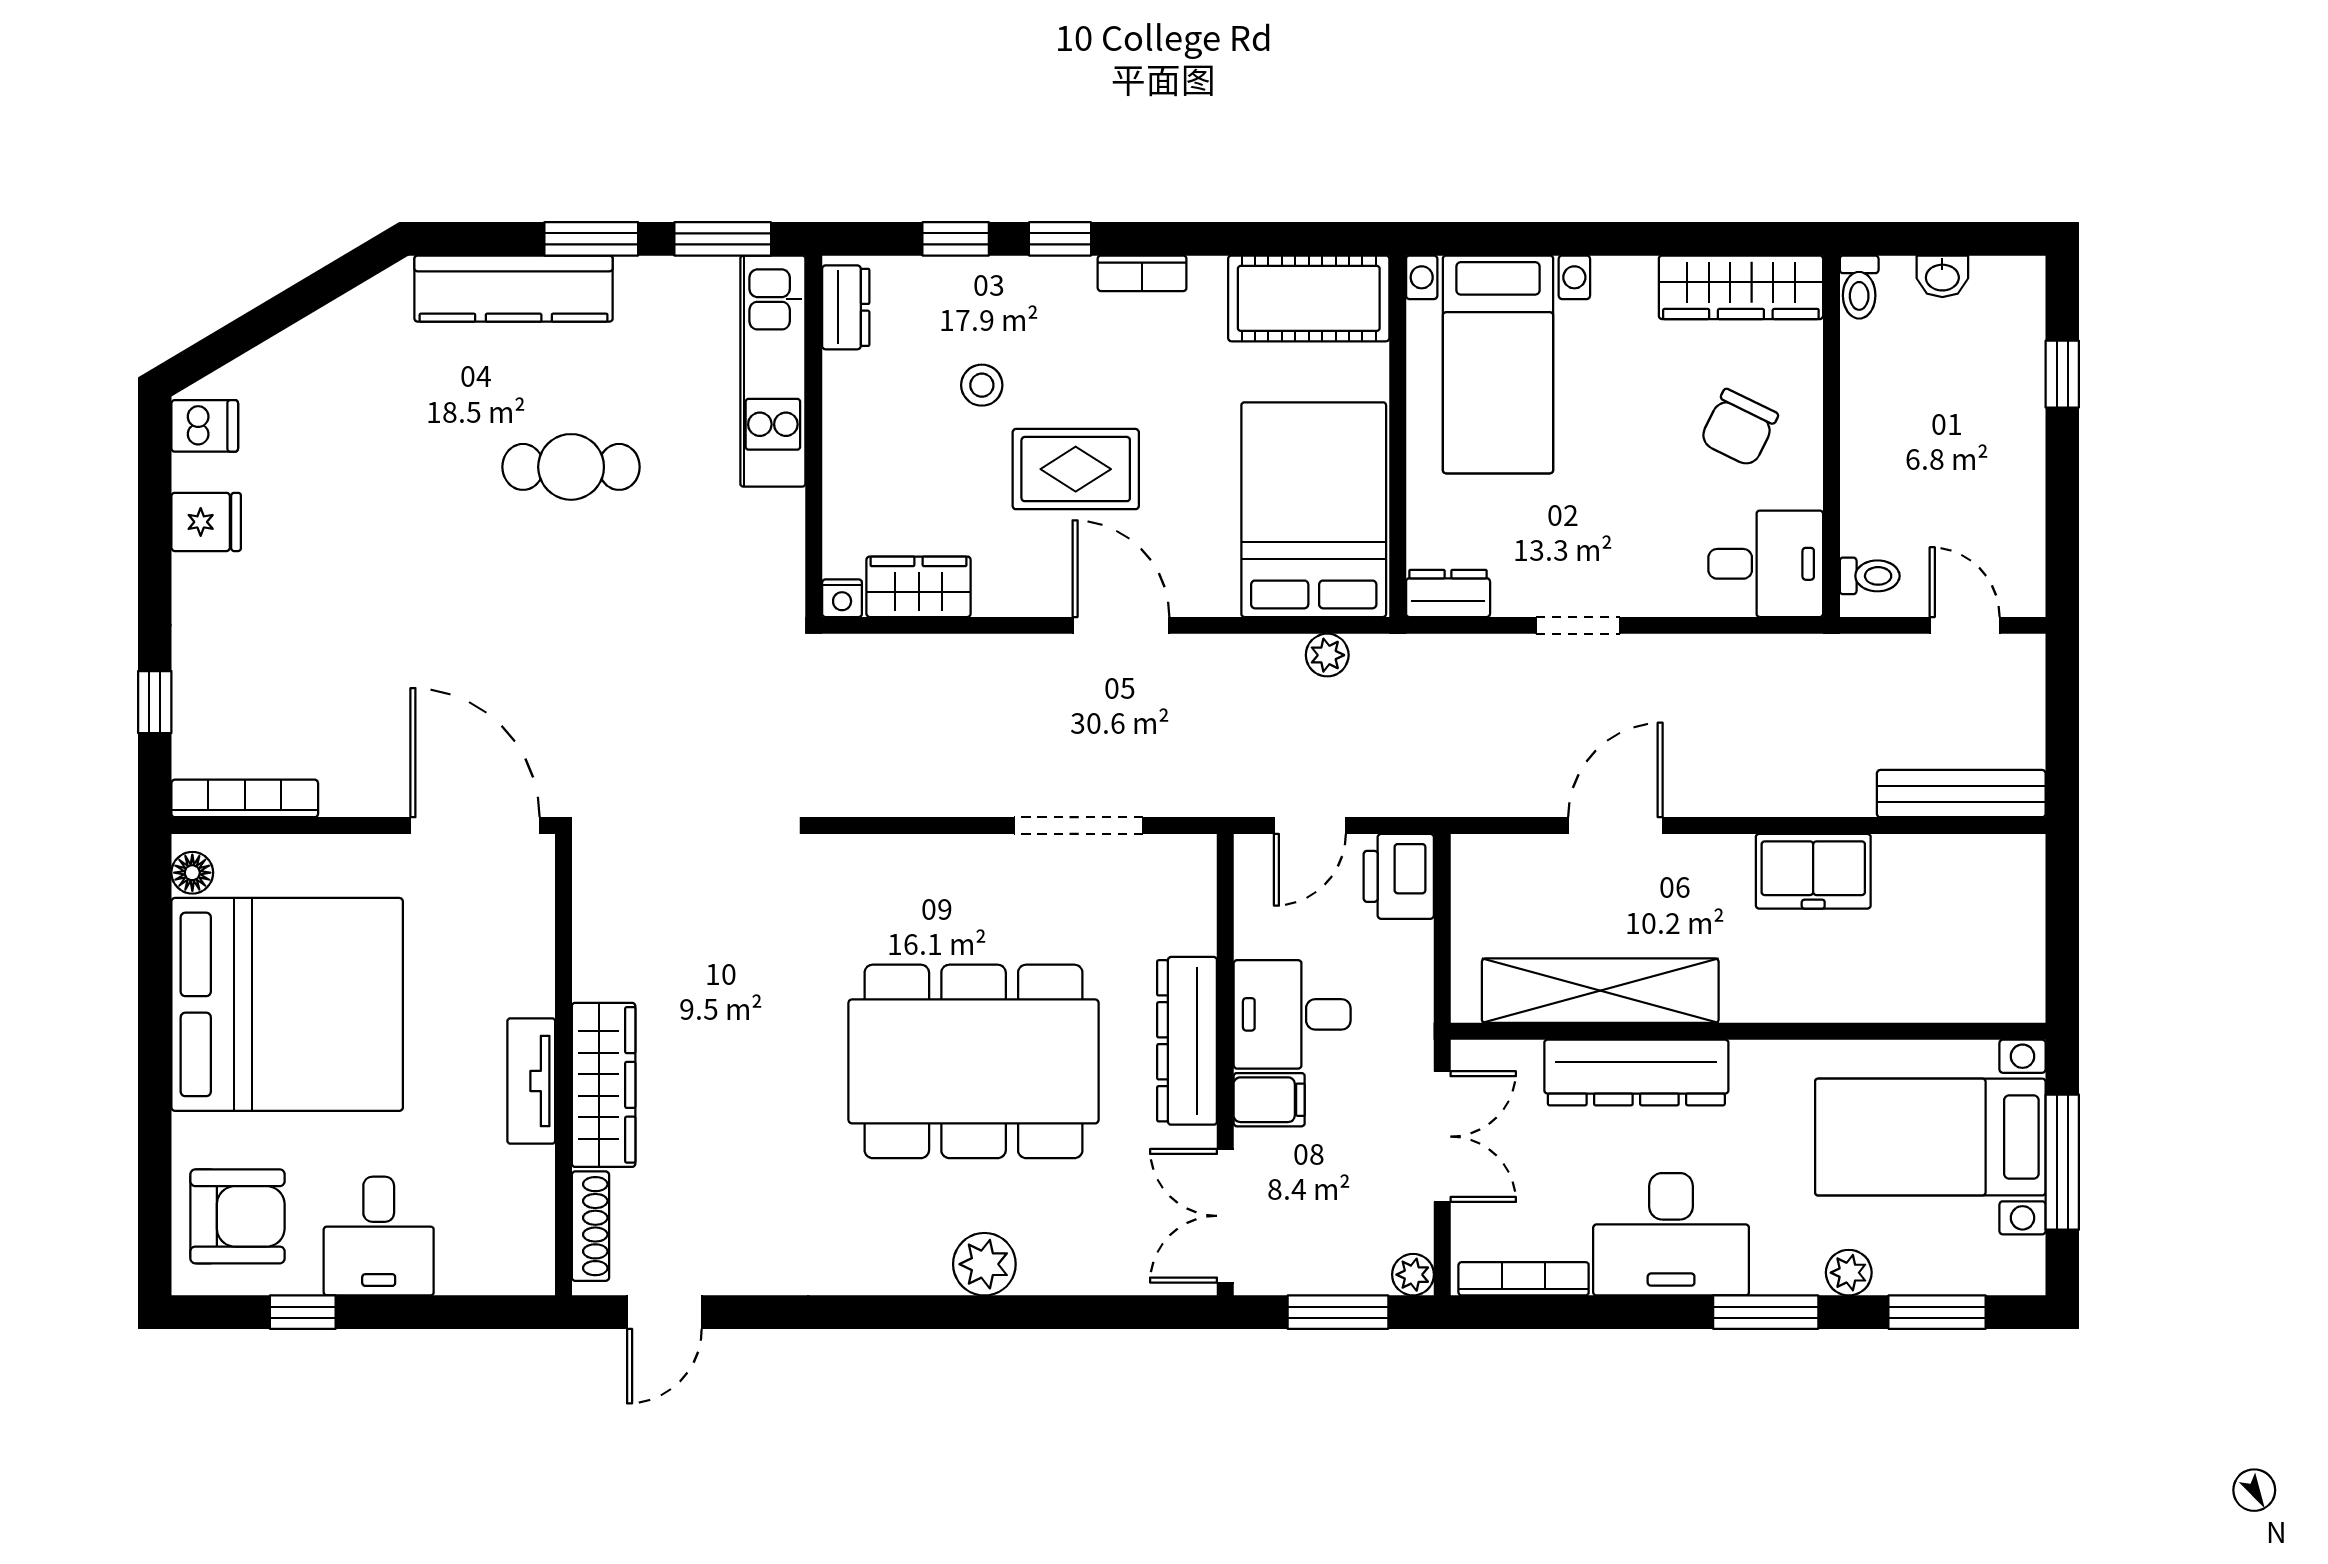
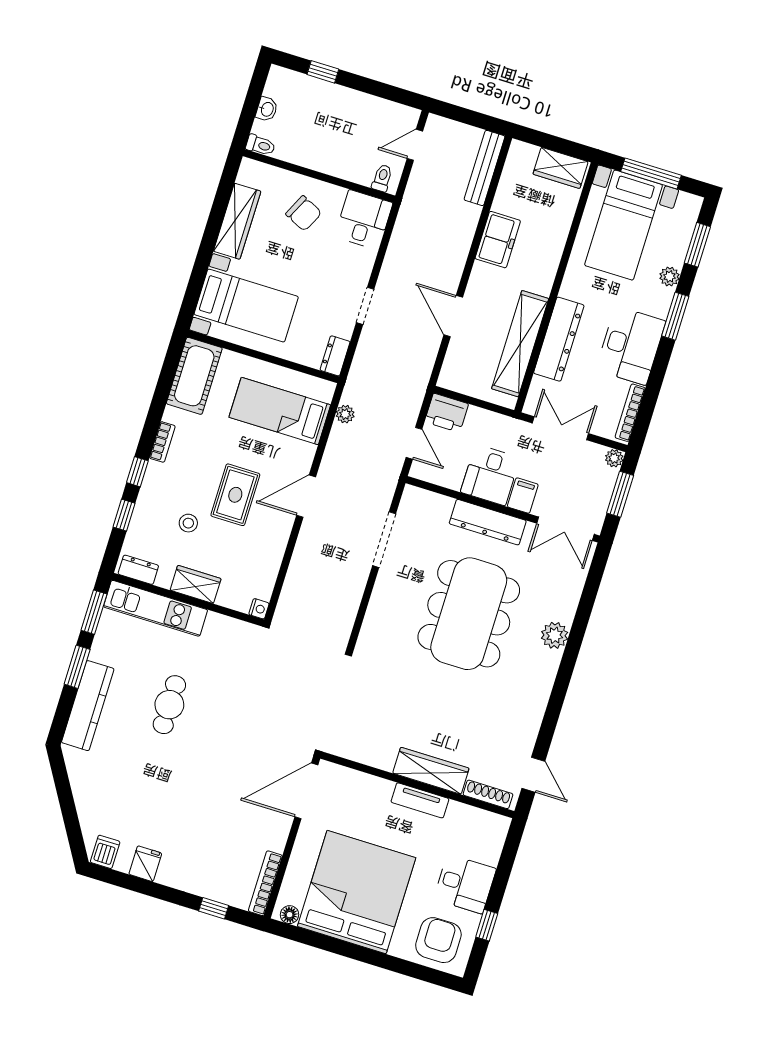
wardrobe: (1741, 287) -> (237, 221), moved
bed: (1314, 510) -> (280, 411), width x0.67
wardrobe: (919, 587) -> (196, 584), moved, turned 90
wardrobe: (2013, 960) -> (561, 168), added

